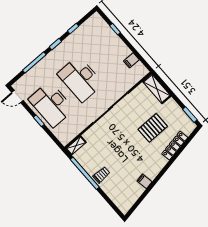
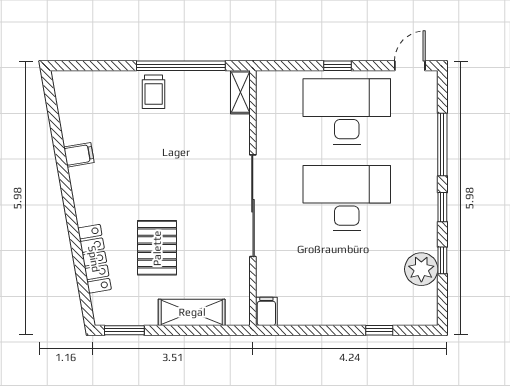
plant: (82, 33) -> (421, 269), added
filing cabinet: (131, 60) -> (266, 311), moved
shelving: (157, 89) -> (192, 312), moved

